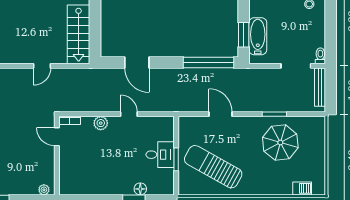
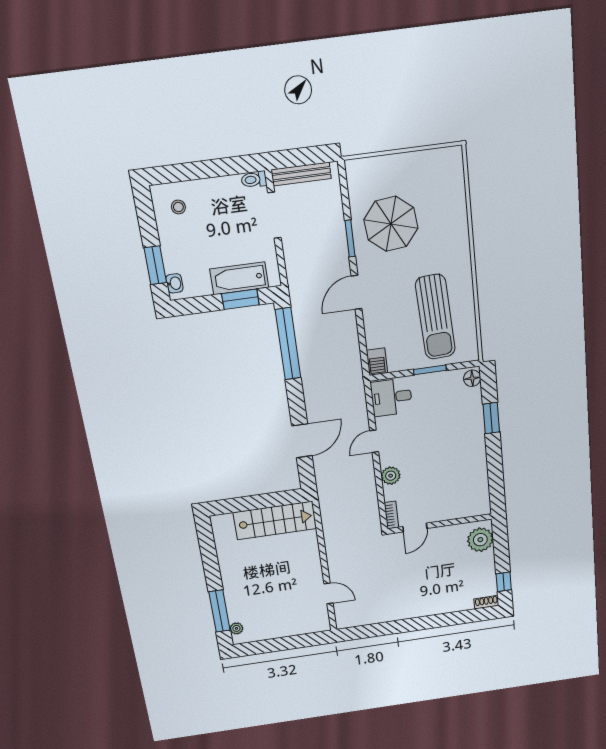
door: (42, 66) -> (329, 593), moved
door: (220, 114) -> (356, 292), moved
desk: (160, 155) -> (391, 397), moved, turned -90
sun lounger: (213, 167) -> (435, 317), turned -32
barbecue: (302, 188) -> (377, 362), moved, turned 180
floor lamp: (140, 189) -> (472, 378), moved
plant: (44, 190) -> (480, 540), width x1.87, depth x1.87

